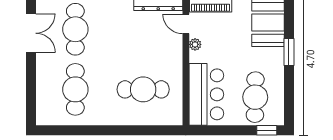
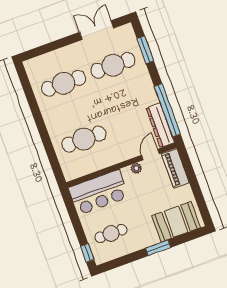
double door: (31, 33) -> (97, 30), swing flipped
cafe table: (143, 89) -> (84, 139), turned 90
cafe table: (255, 97) -> (111, 233), width x0.73, depth x0.74

